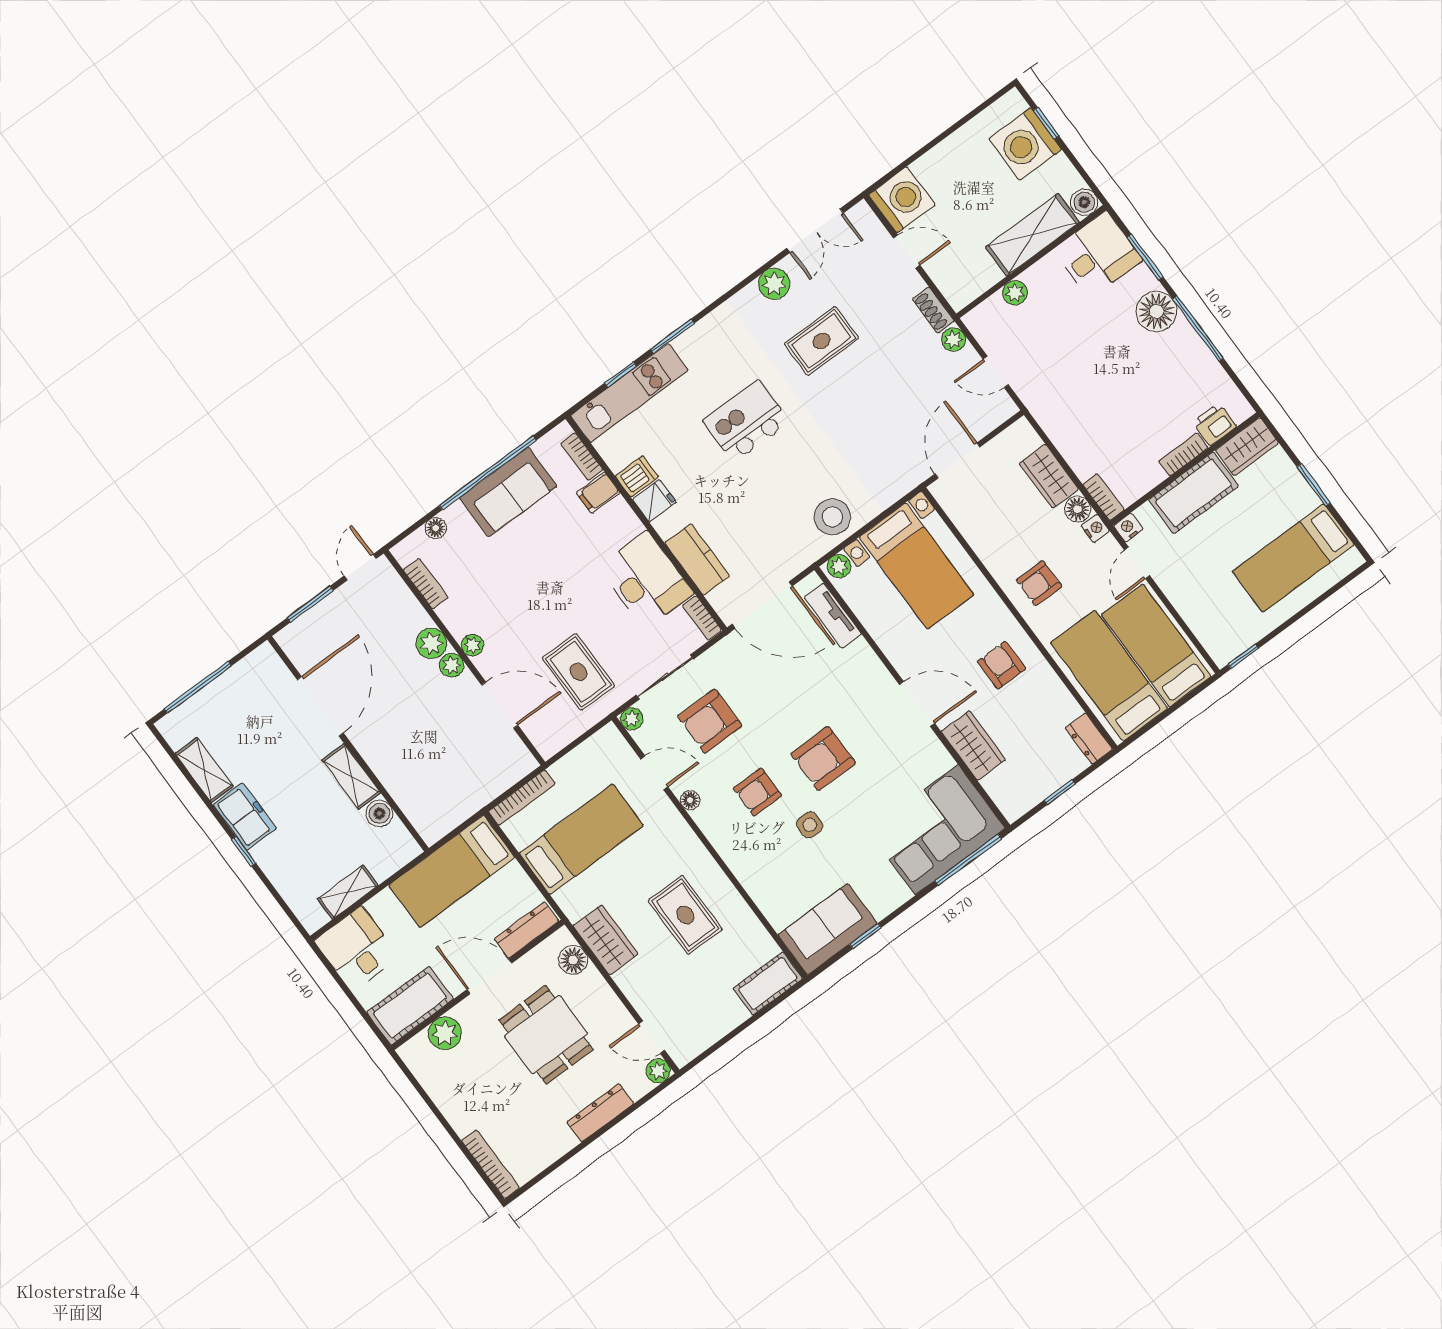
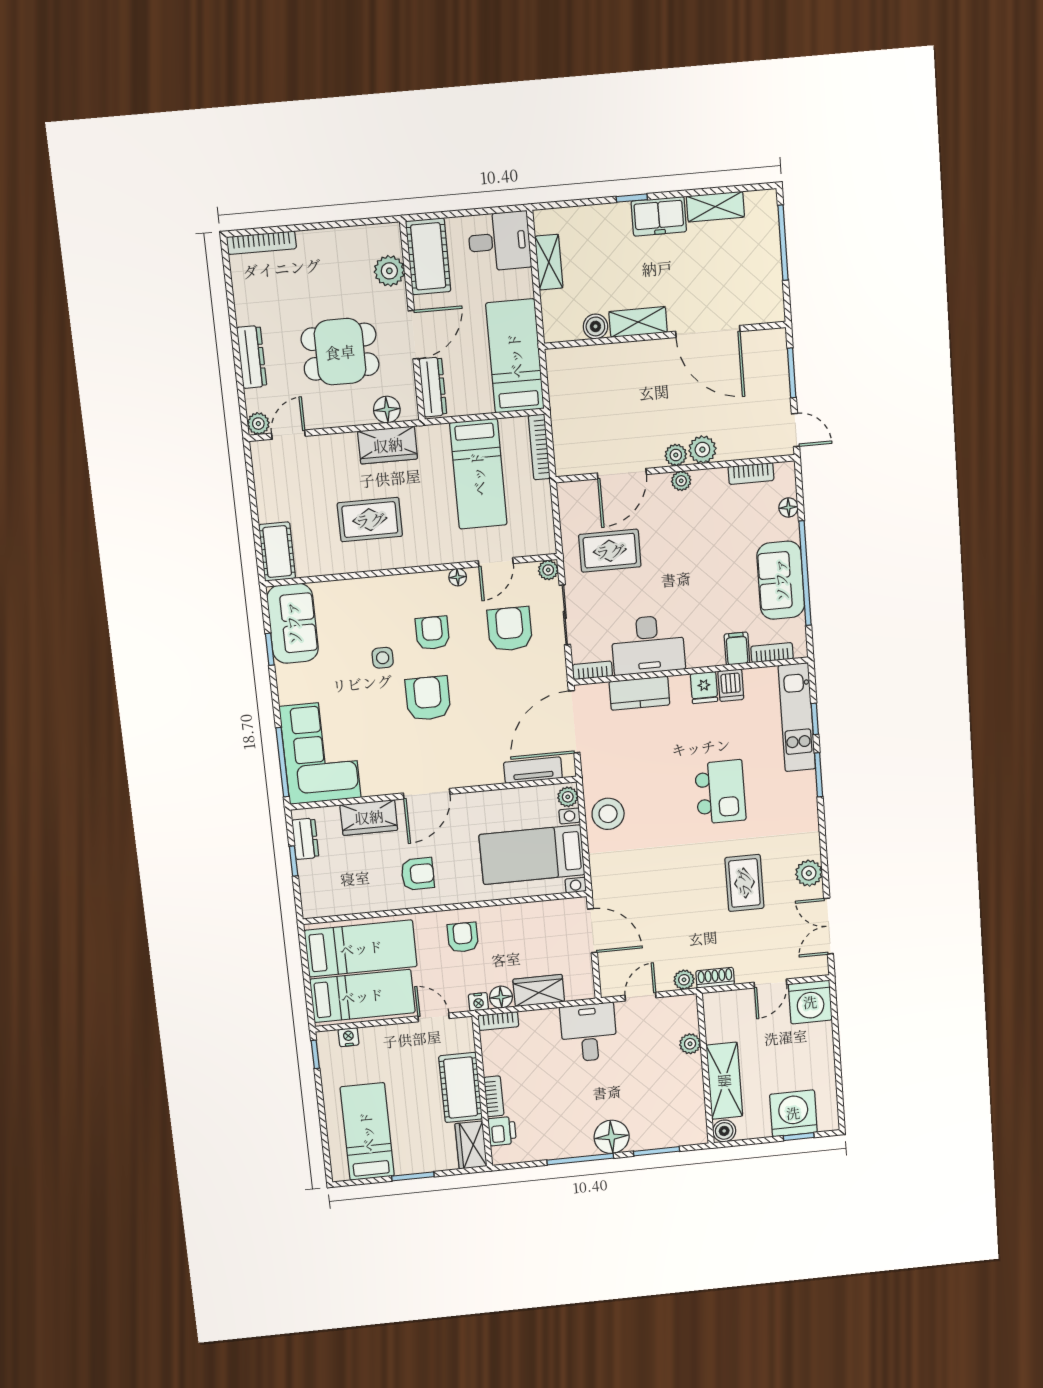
desk: (1098, 255) -> (589, 1032), moved, turned 180
nightstand: (1128, 527) -> (349, 1037), moved, turned -90
dresser: (1089, 739) -> (305, 839), moved, turned 90

